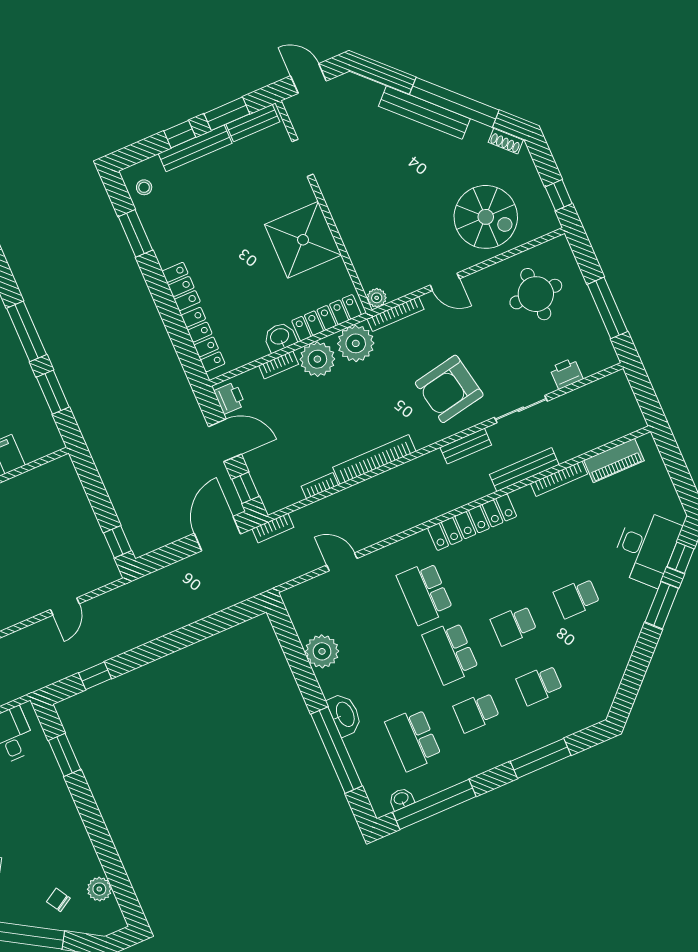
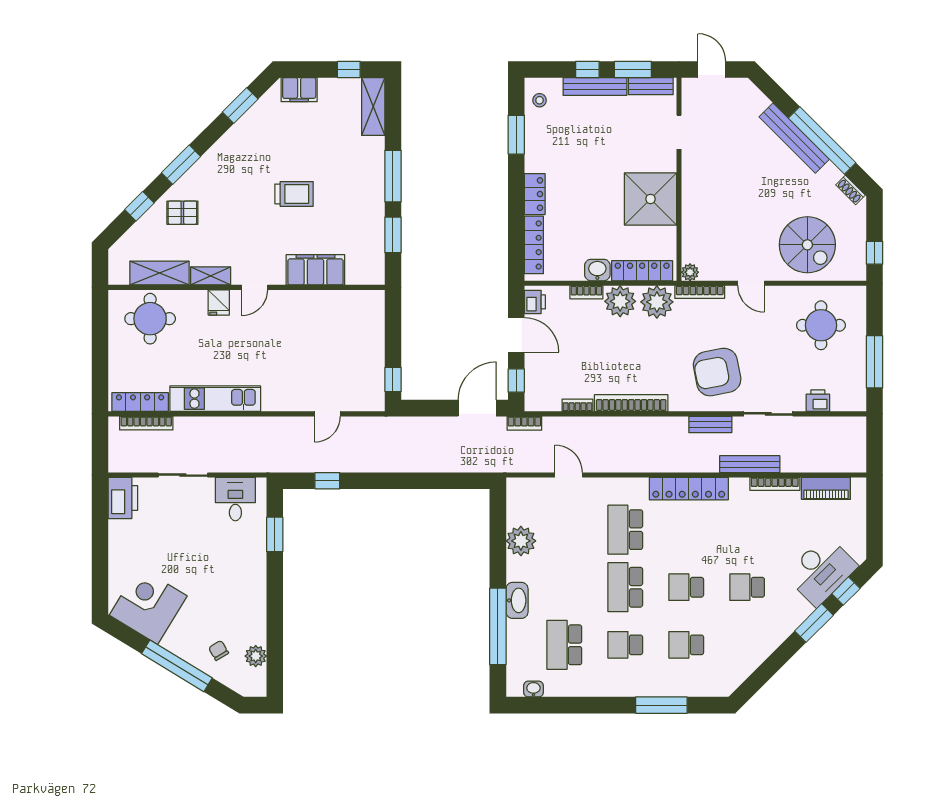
window: (434, 804) -> (559, 705), removed

